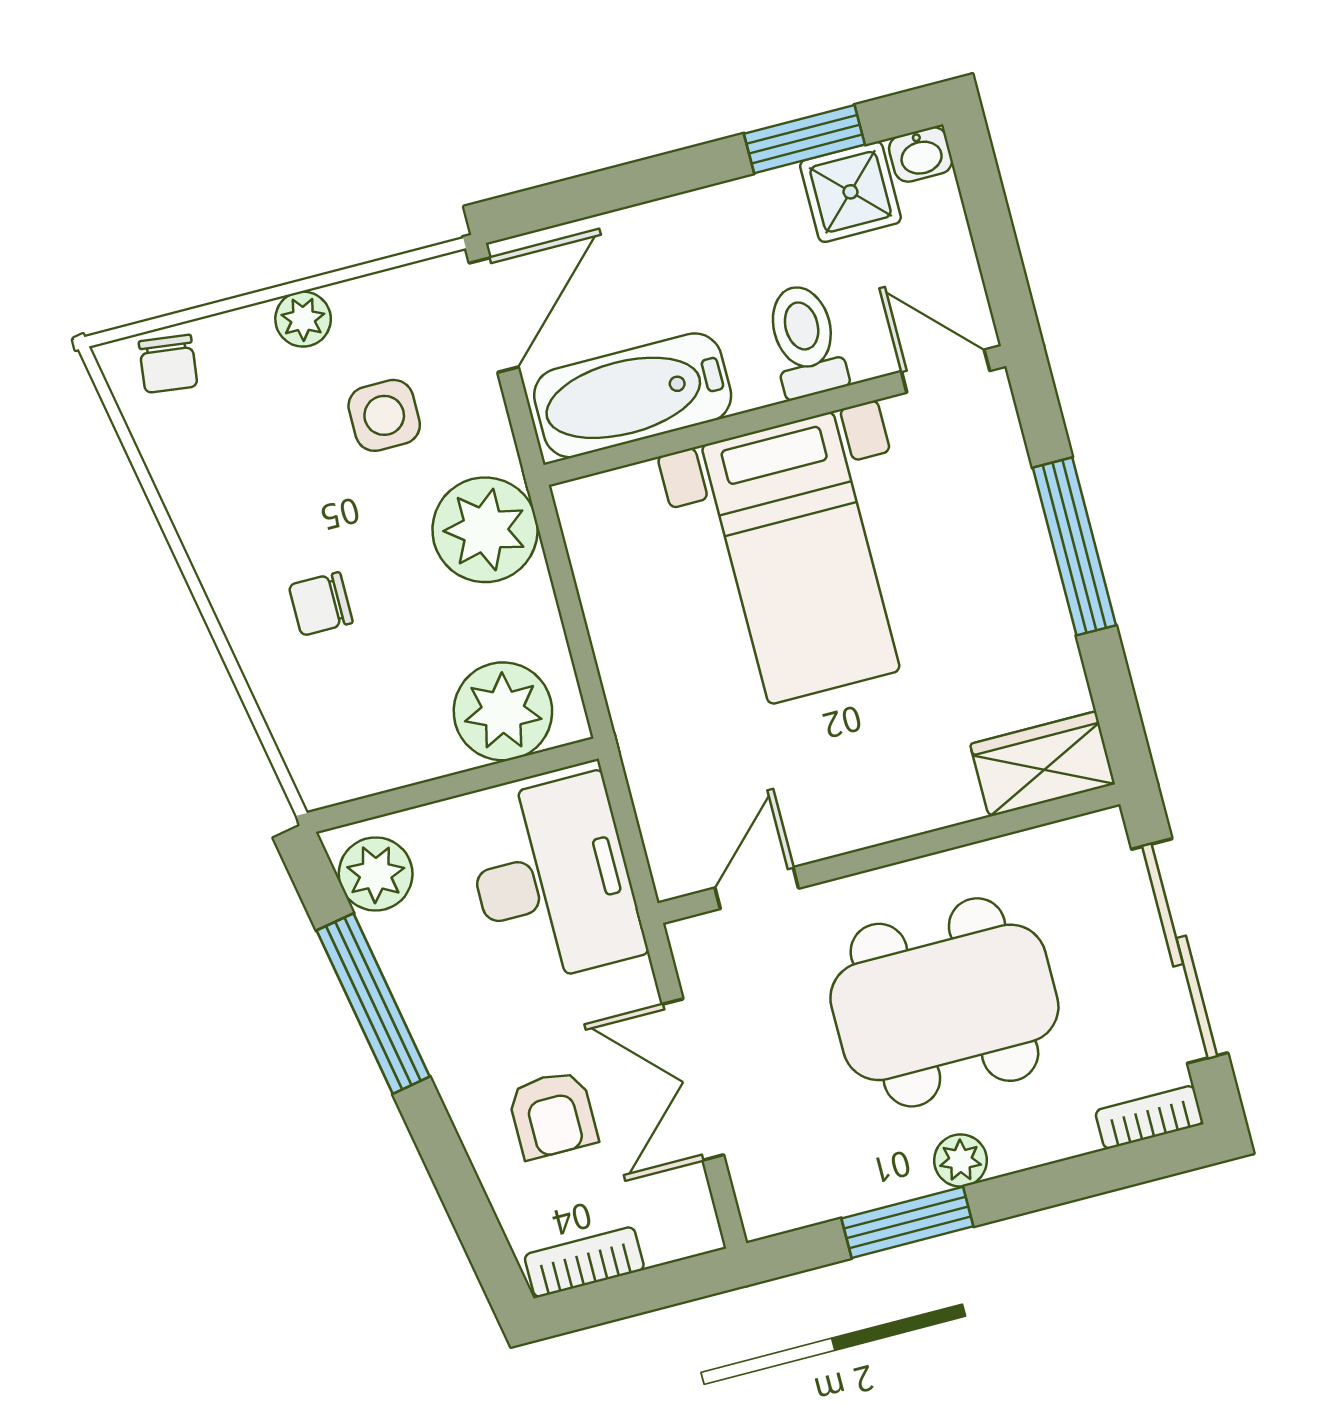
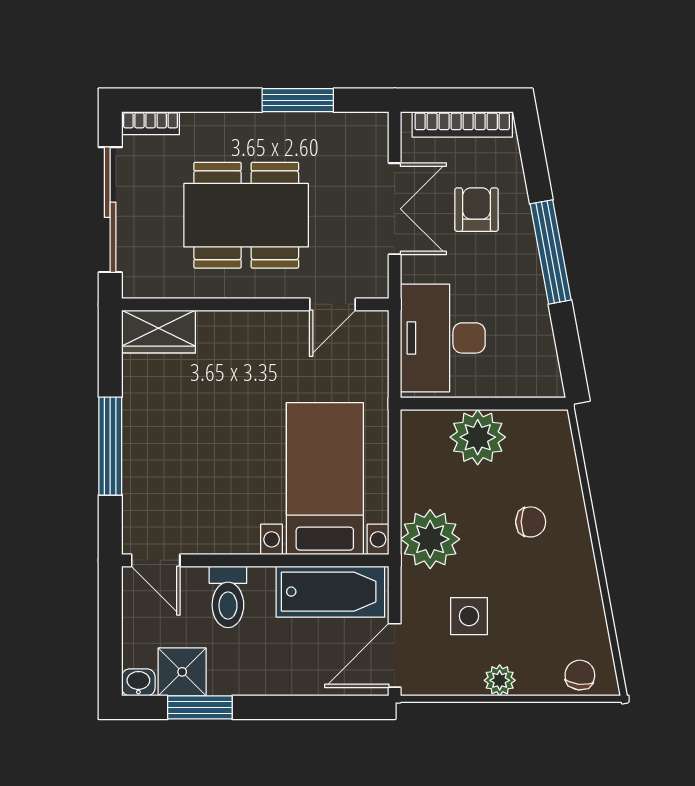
bed with nightstands: (801, 558) -> (325, 479), moved
plant: (503, 711) -> (478, 437), moved
plant: (376, 874) -> (539, 366), removed
window: (373, 1004) -> (551, 252), moved
plant: (960, 1160) -> (260, 126), removed
bookcase: (584, 1262) -> (462, 124), width x1.56

